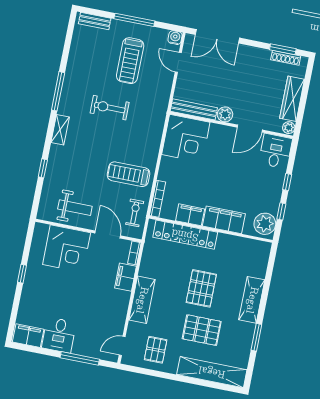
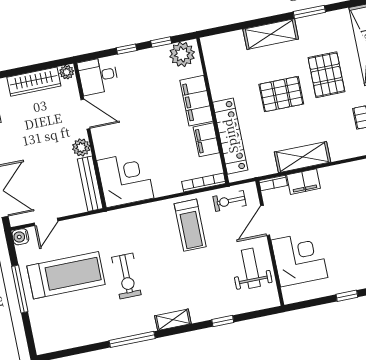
bench: (95, 21) -> (39, 332), removed
treadmill: (130, 61) -> (66, 275), width x1.37, depth x1.38
shelving: (142, 300) -> (303, 157), moved

